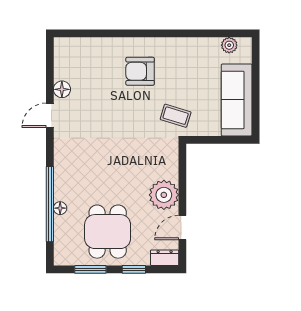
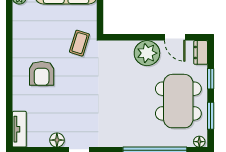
tv unit: (75, 45) -> (19, 129), added
floor lamp: (60, 208) -> (199, 142), moved
dining table: (108, 232) -> (178, 101), width x1.38

